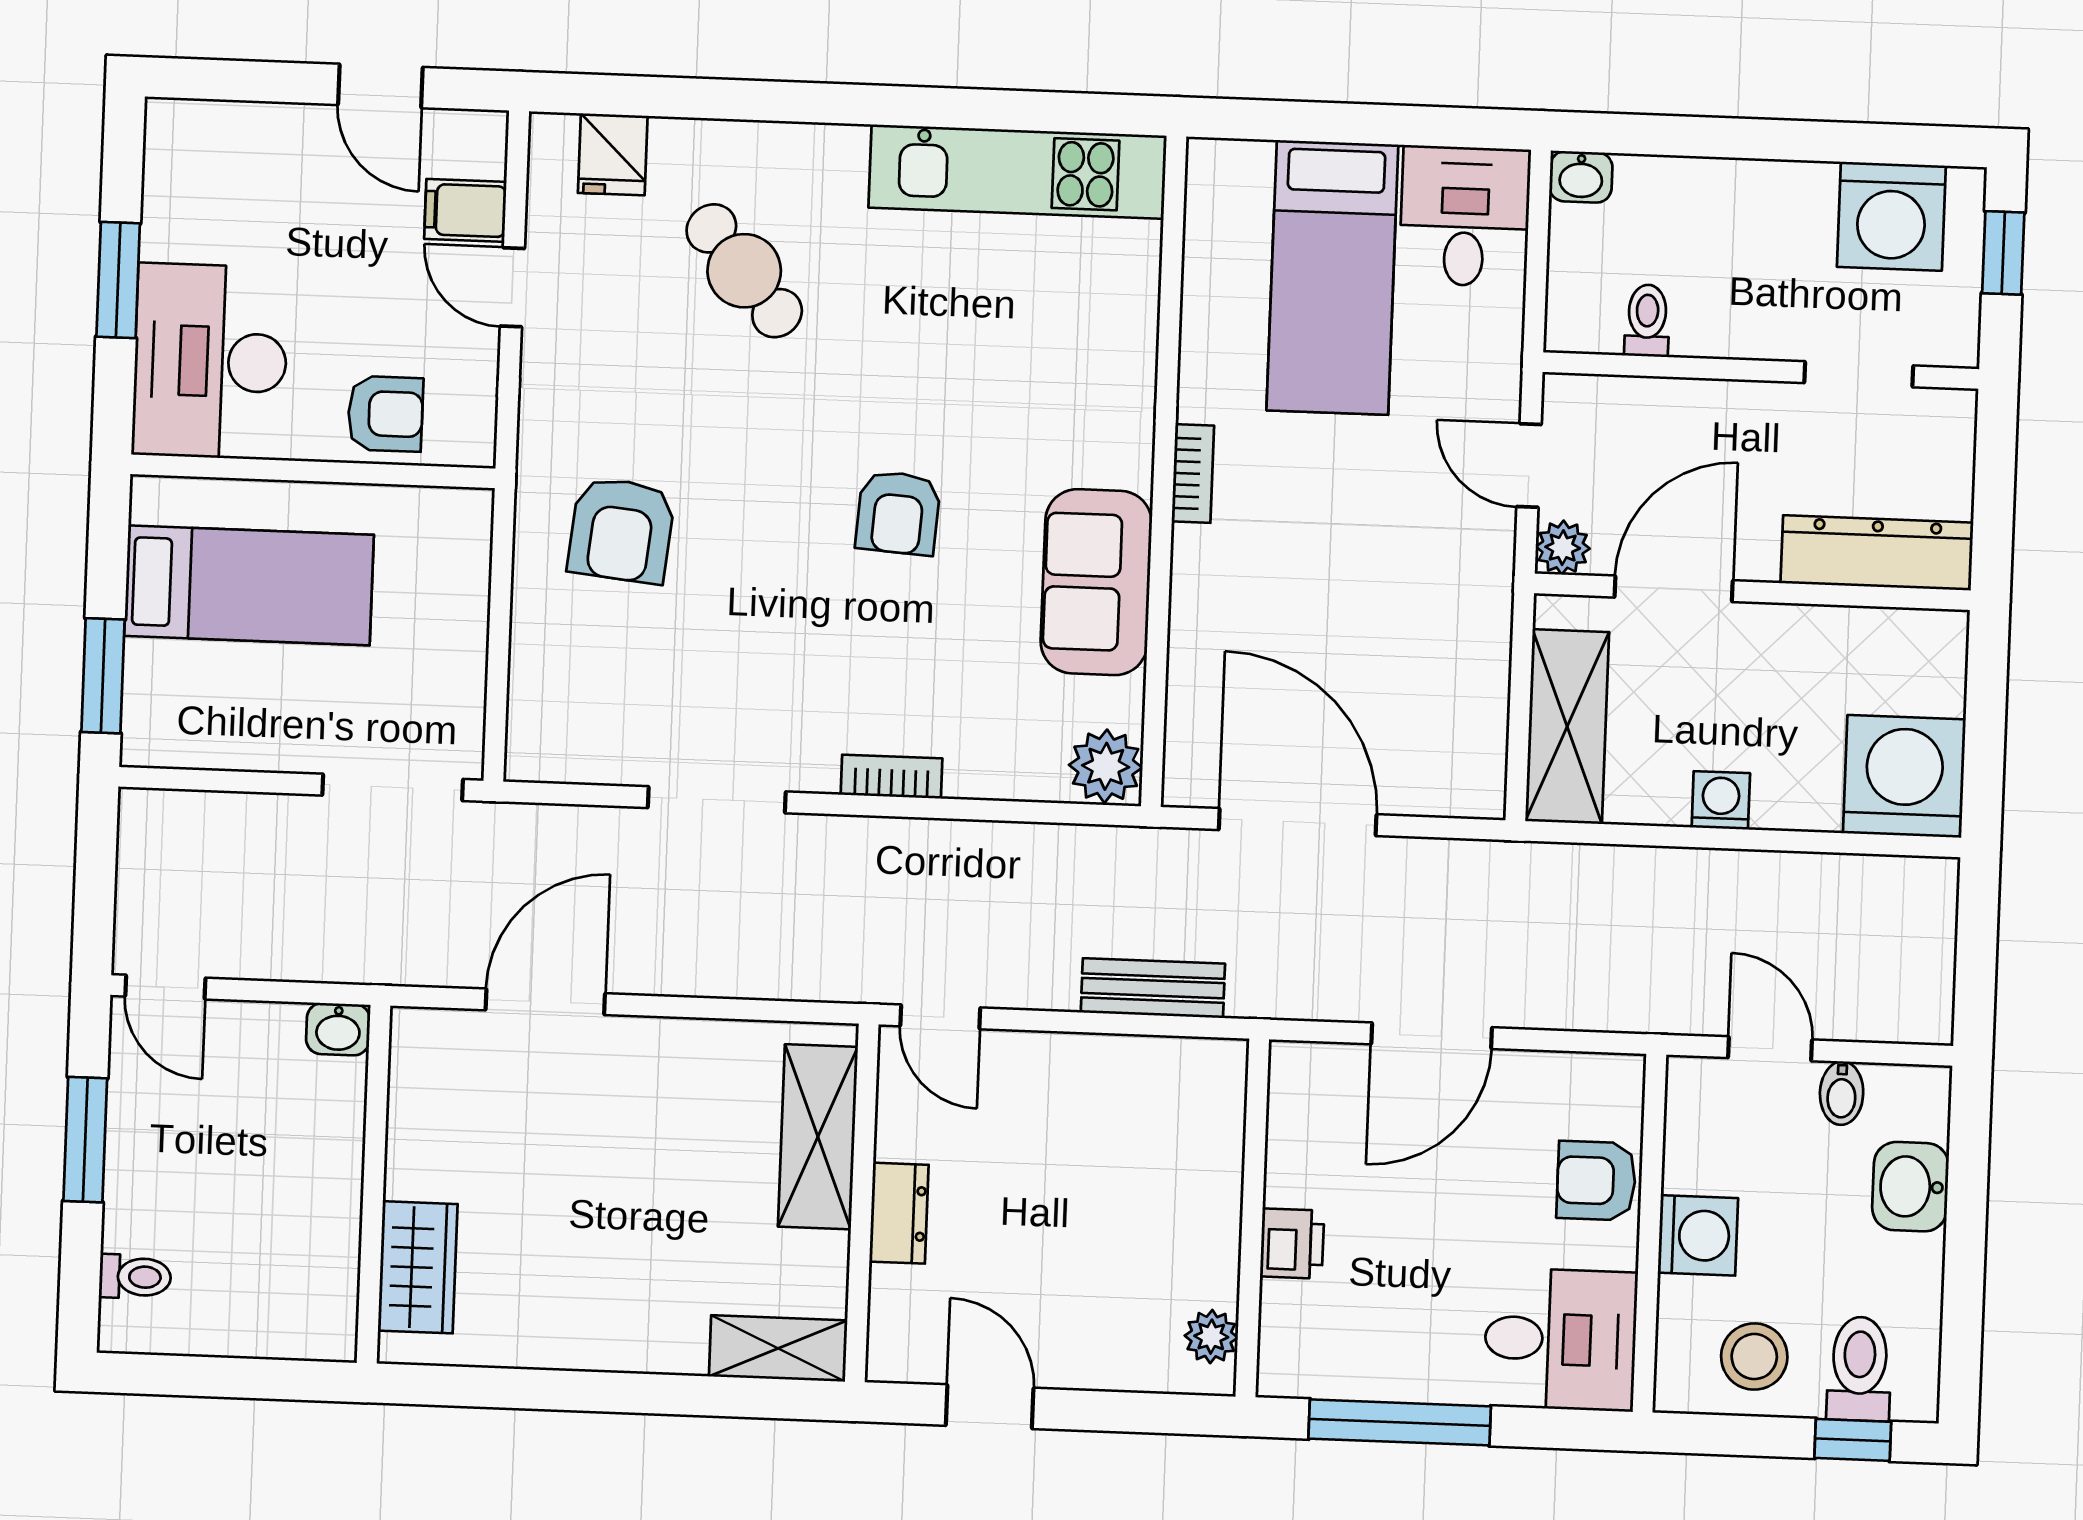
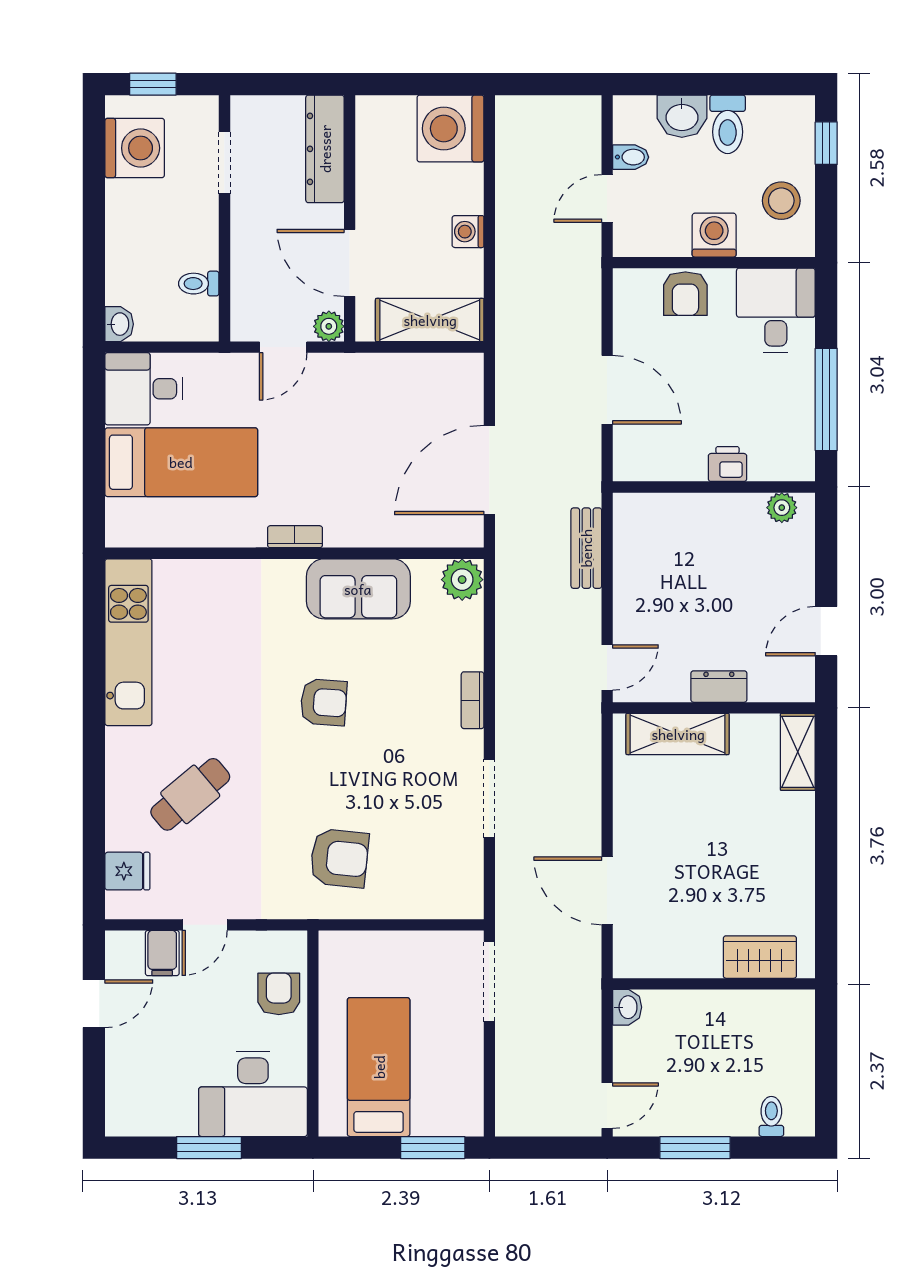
toilet: (1859, 1369) -> (728, 124), moved, turned -90

